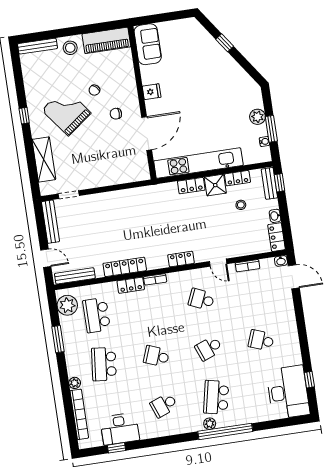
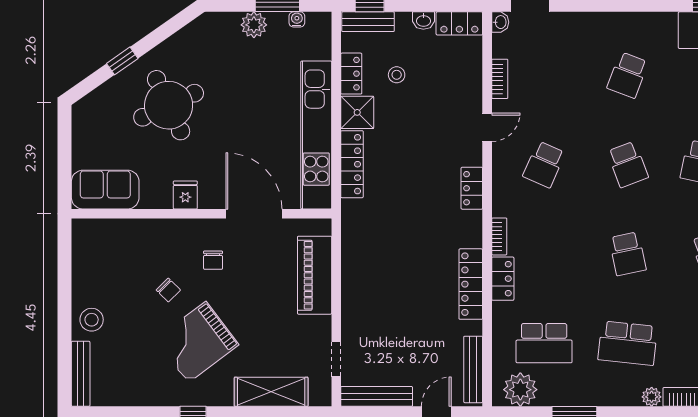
piano: (106, 40) -> (315, 275), moved, turned 180
round table: (203, 74) -> (169, 105), added
locker: (191, 186) -> (352, 164), width x1.53
school desk: (156, 356) -> (628, 254), turned -33

